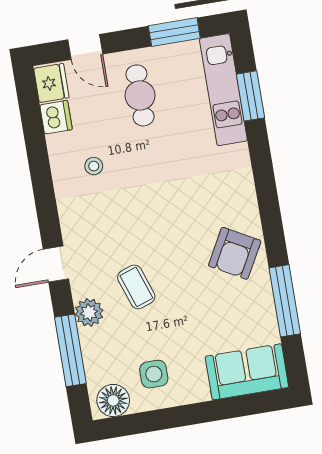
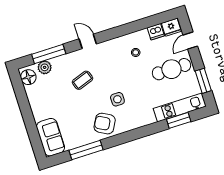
cafe table: (140, 95) -> (171, 69), width x1.37, depth x1.35
plant: (89, 313) -> (45, 67), moved
side table: (154, 374) -> (117, 99), moved

